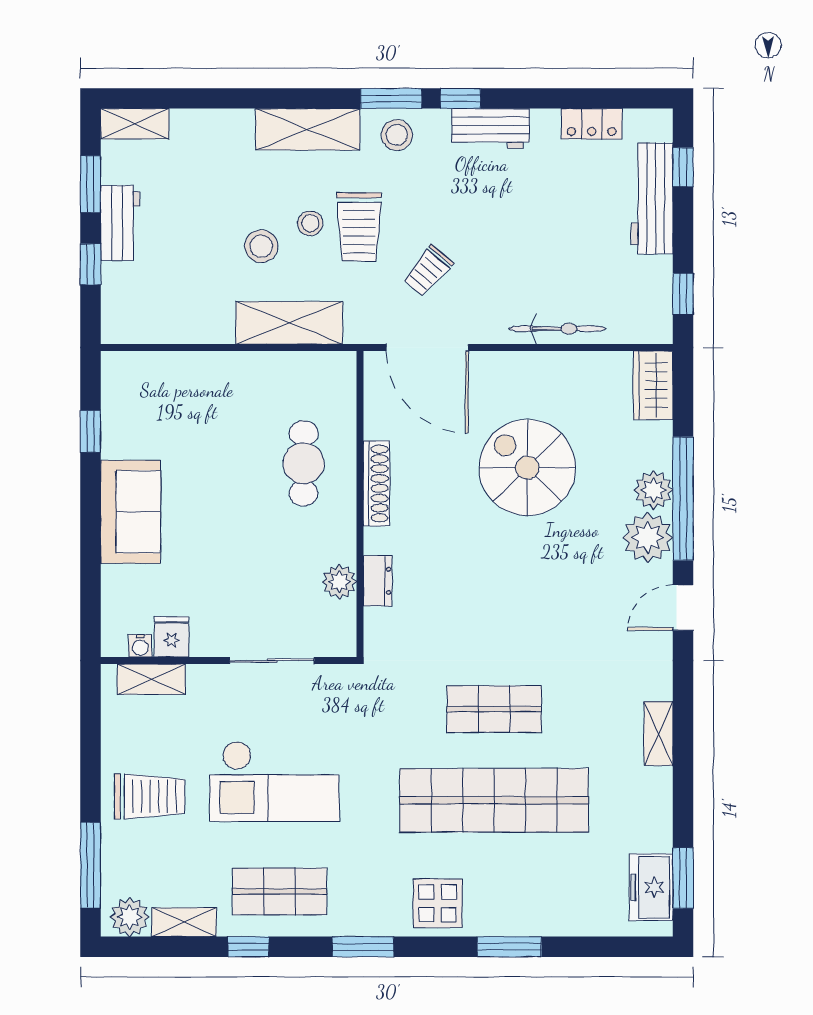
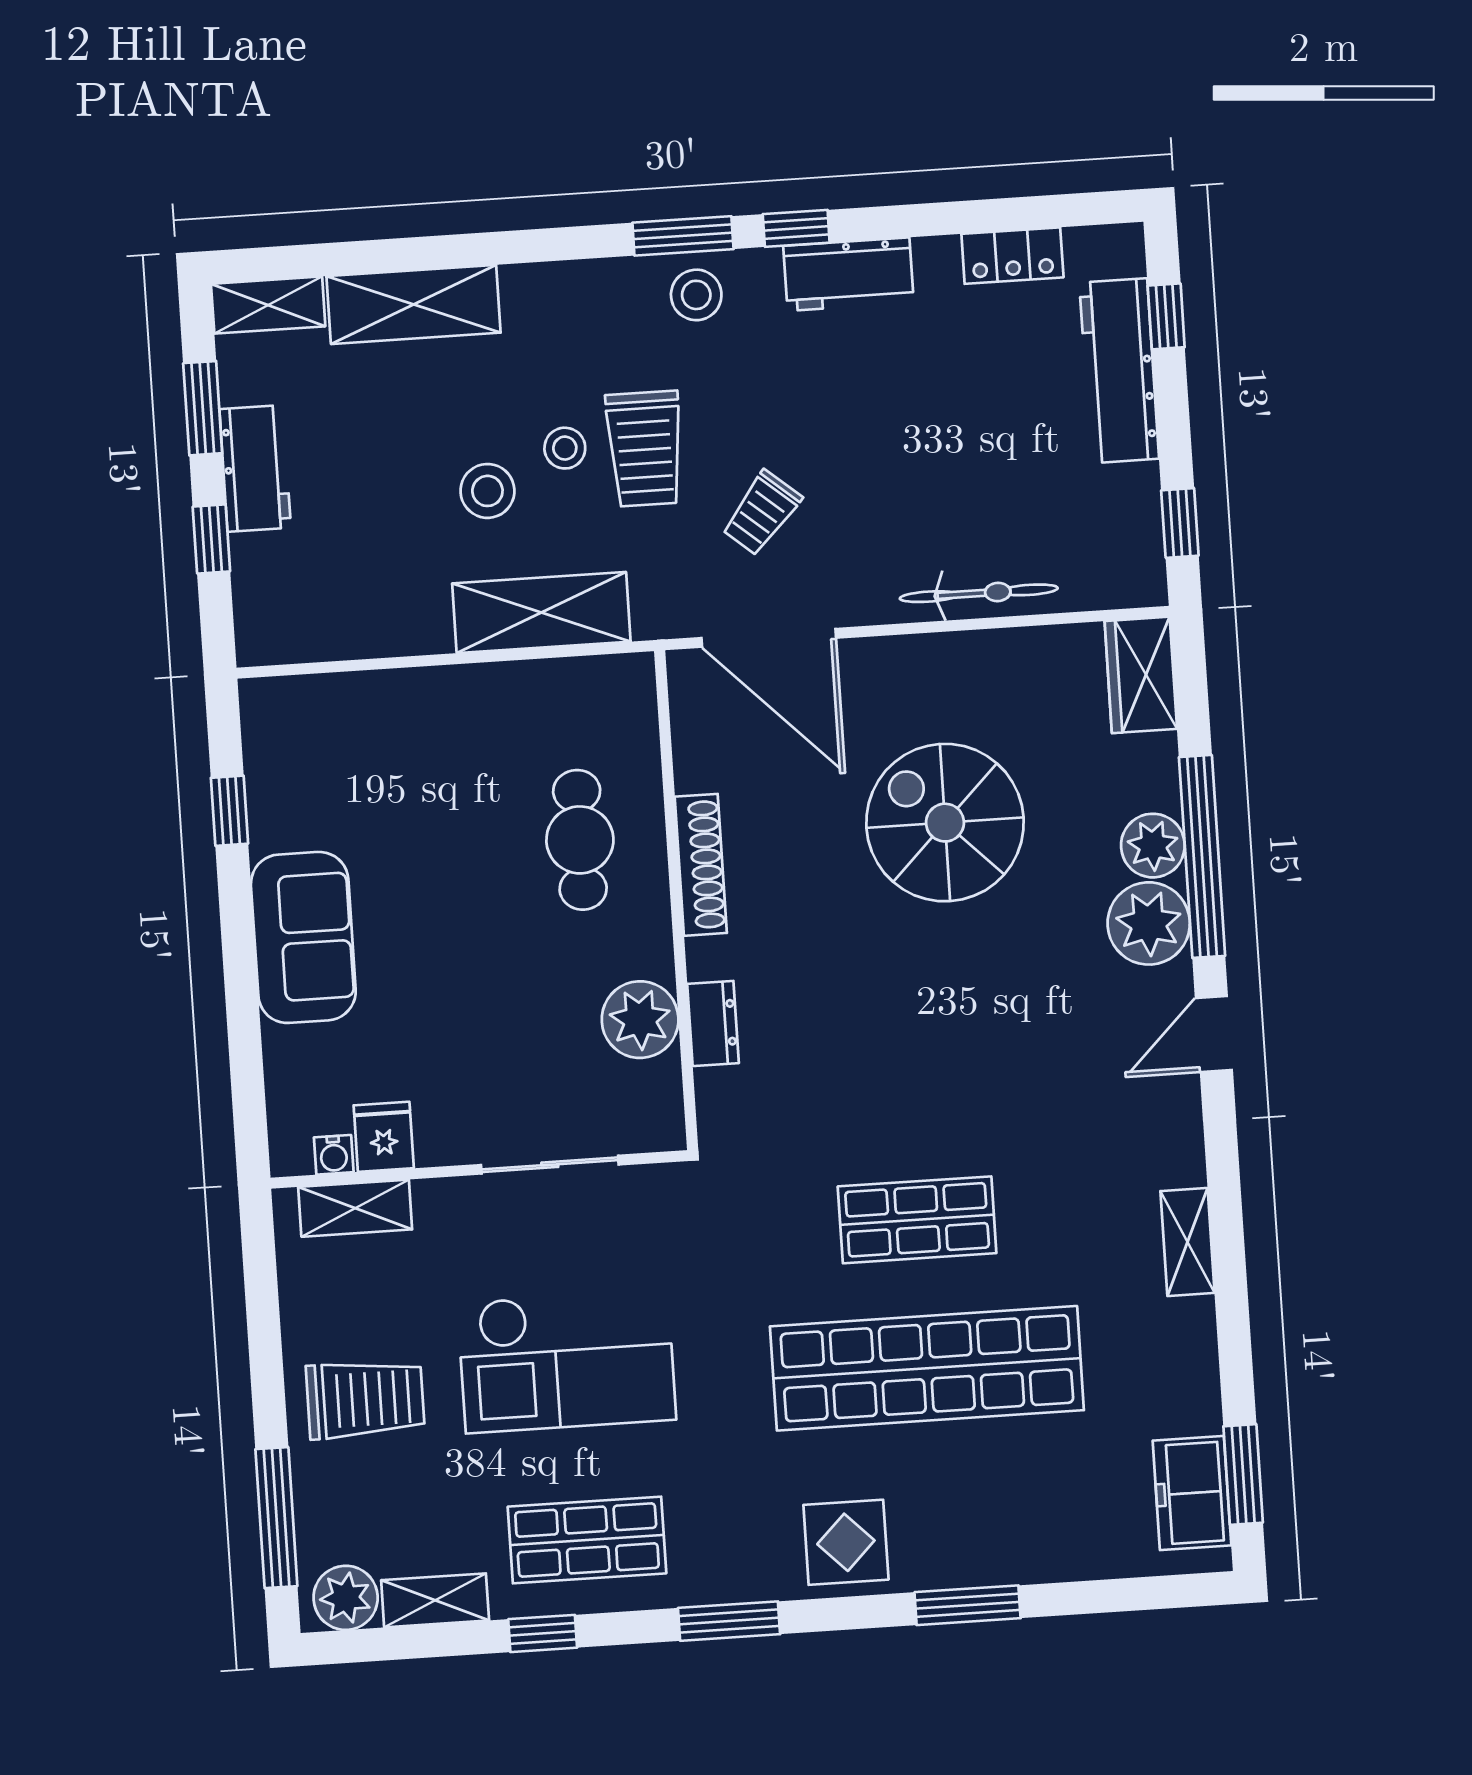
shelving: (308, 129) -> (414, 304), moved
plant: (339, 582) -> (640, 1020), width x1.36, depth x1.36

